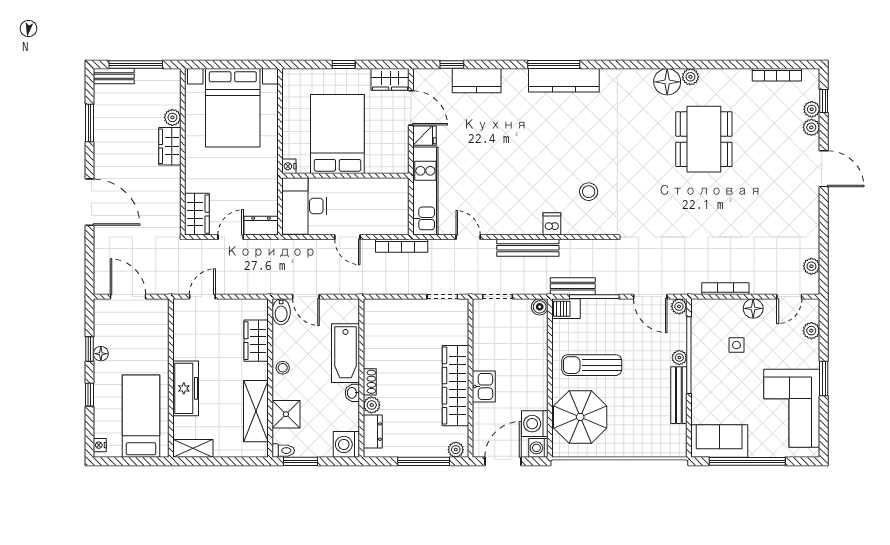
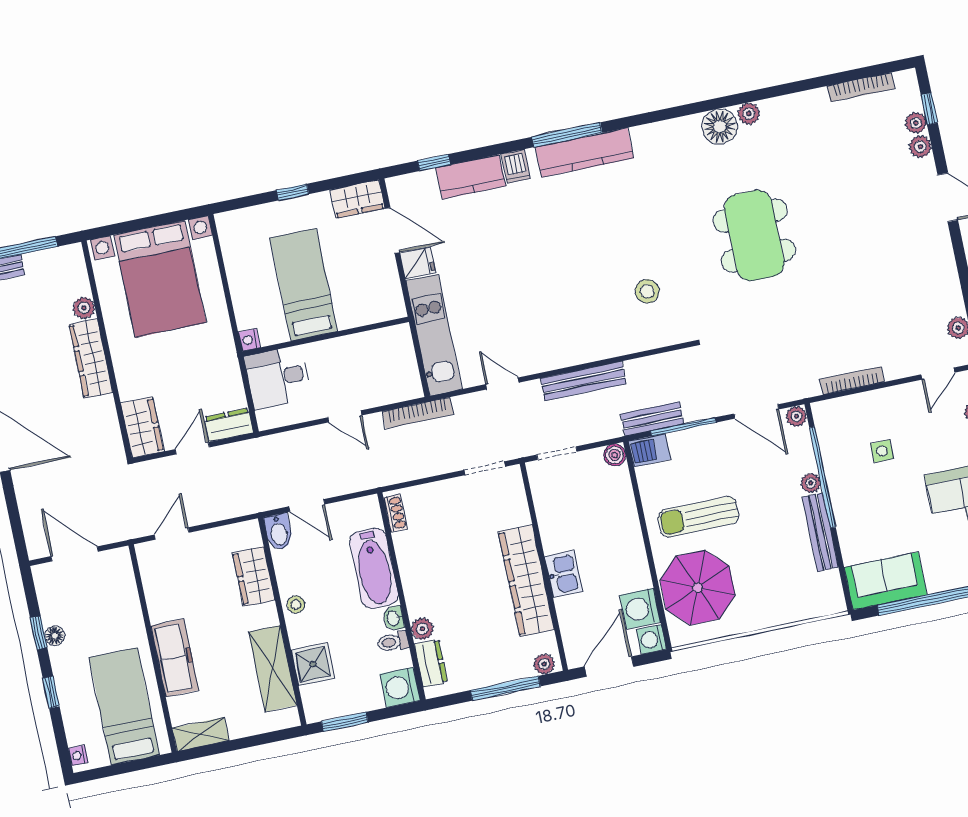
bed: (337, 134) -> (304, 285), width x0.67
dining table: (704, 139) -> (754, 236), moved
wardrobe: (170, 146) -> (91, 359), width x1.50
desk: (304, 206) -> (278, 377), width x0.73
dishwasher: (552, 224) -> (516, 166), moved, turned 180
floor lamp: (753, 308) -> (894, 399), removed
shoe rack: (370, 382) -> (395, 513), moved
toilet: (283, 451) -> (393, 642), moved, turned 180

